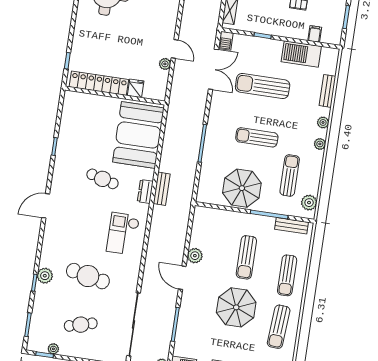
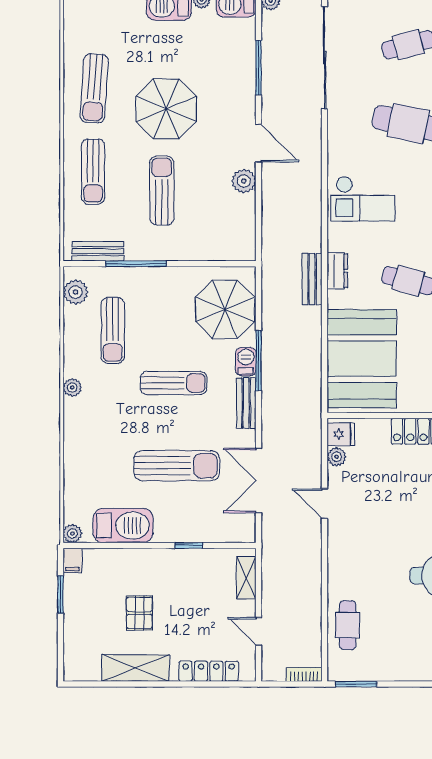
filing cabinet: (315, 34) -> (72, 560), moved
barbecue: (226, 41) -> (246, 362), moved
plant: (165, 64) -> (337, 457), moved
fridge: (136, 88) -> (341, 434), moved, turned -90
bench: (327, 91) -> (246, 403), moved
plant: (323, 122) -> (72, 534), moved
parasol: (242, 188) -> (225, 309), moved
checkout: (123, 234) -> (363, 199), turned 90
sun lounger: (287, 275) -> (93, 172), turned 180
sun lounger: (279, 327) -> (94, 88), turned 180

